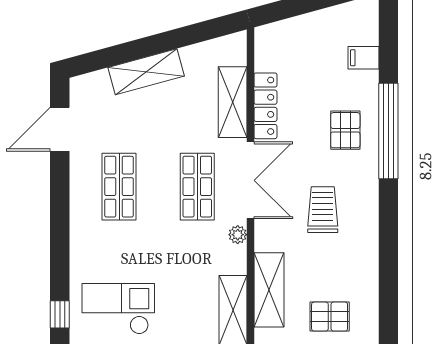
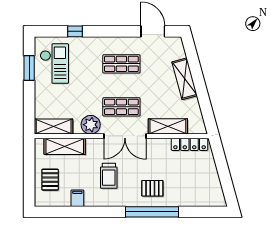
filing cabinet: (364, 58) -> (77, 198), moved
locker: (265, 106) -> (190, 144), moved
trolley: (323, 210) -> (109, 176), turned 90
plant: (238, 235) -> (91, 125), width x1.87, depth x1.87
window: (60, 314) -> (75, 31), moved

